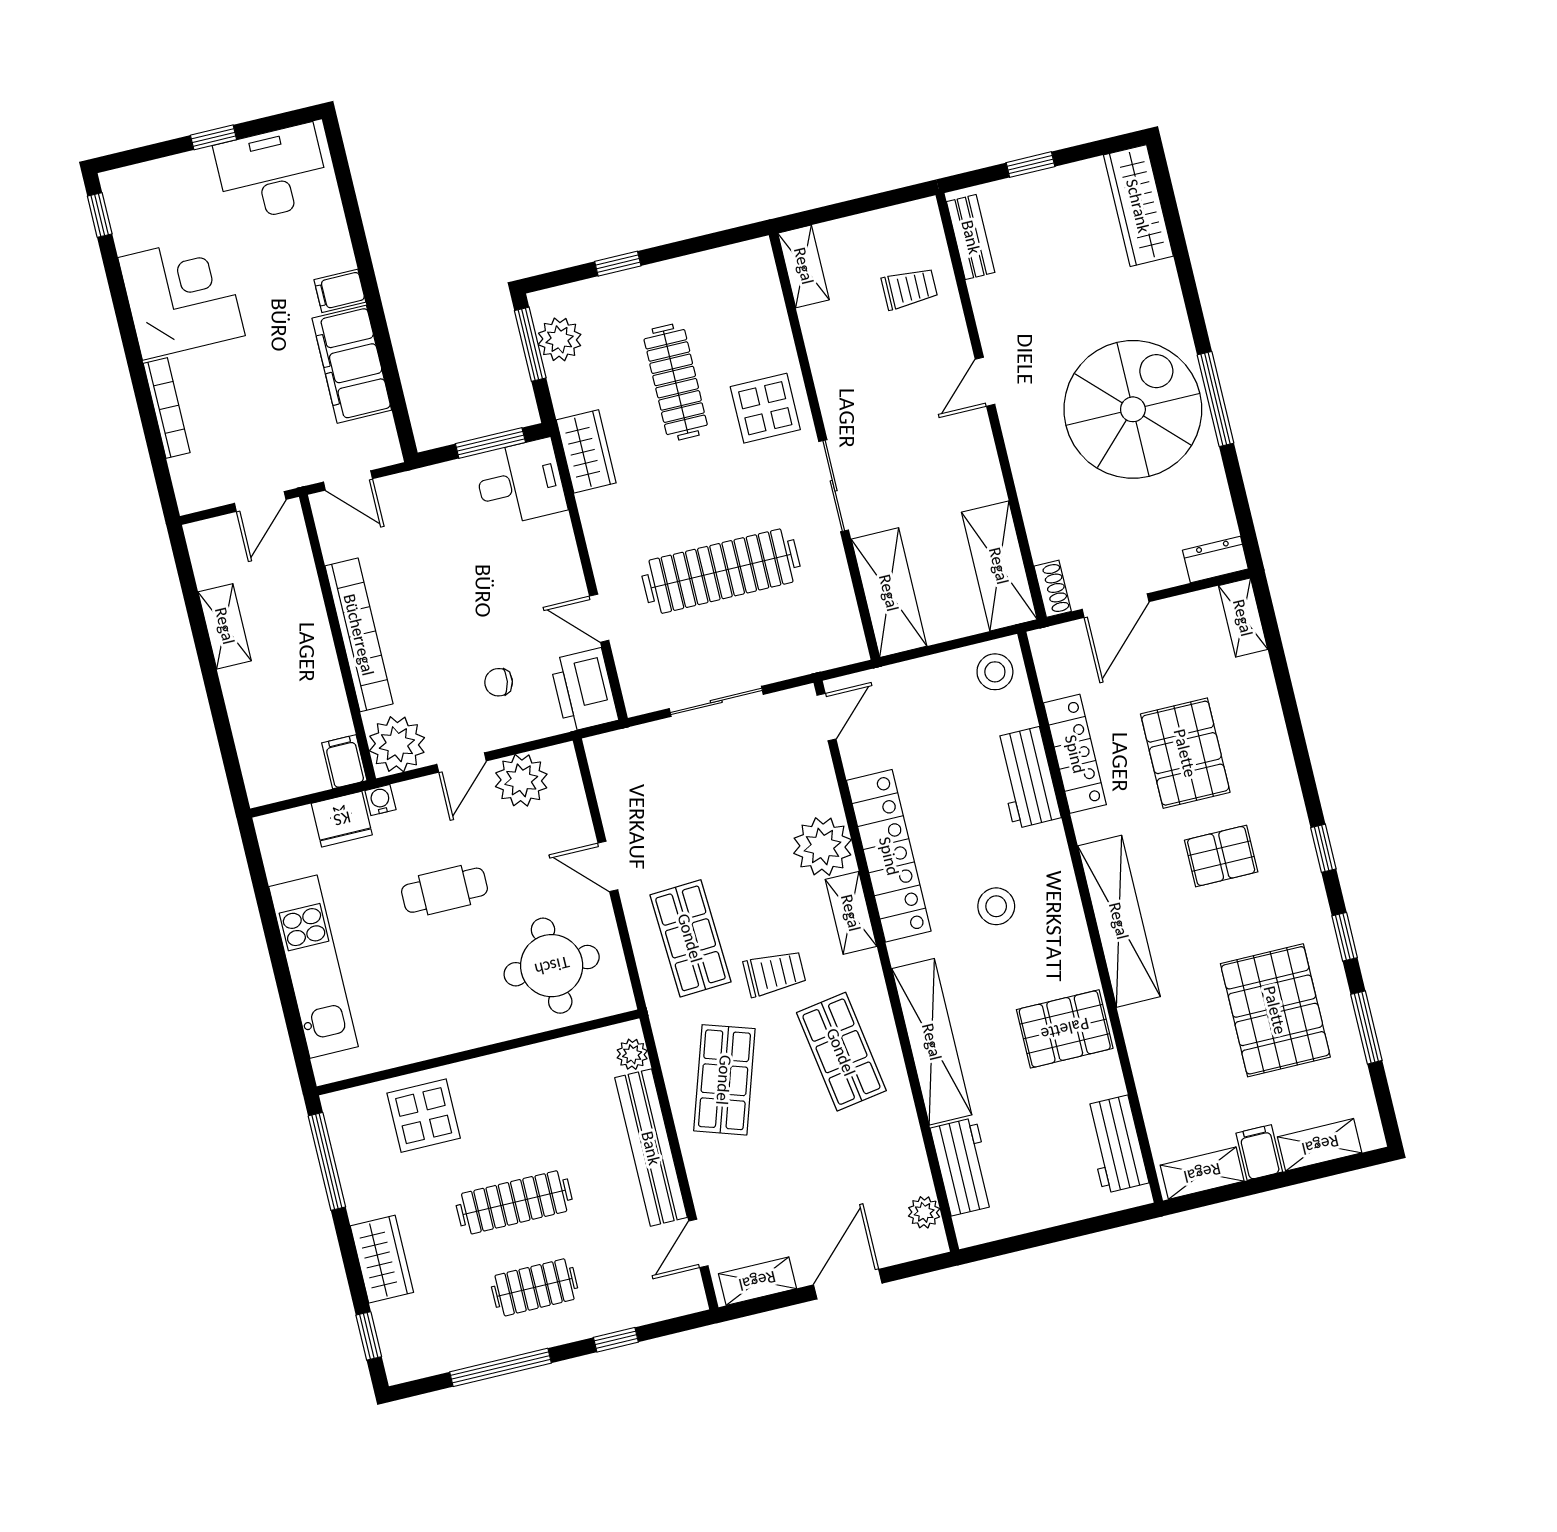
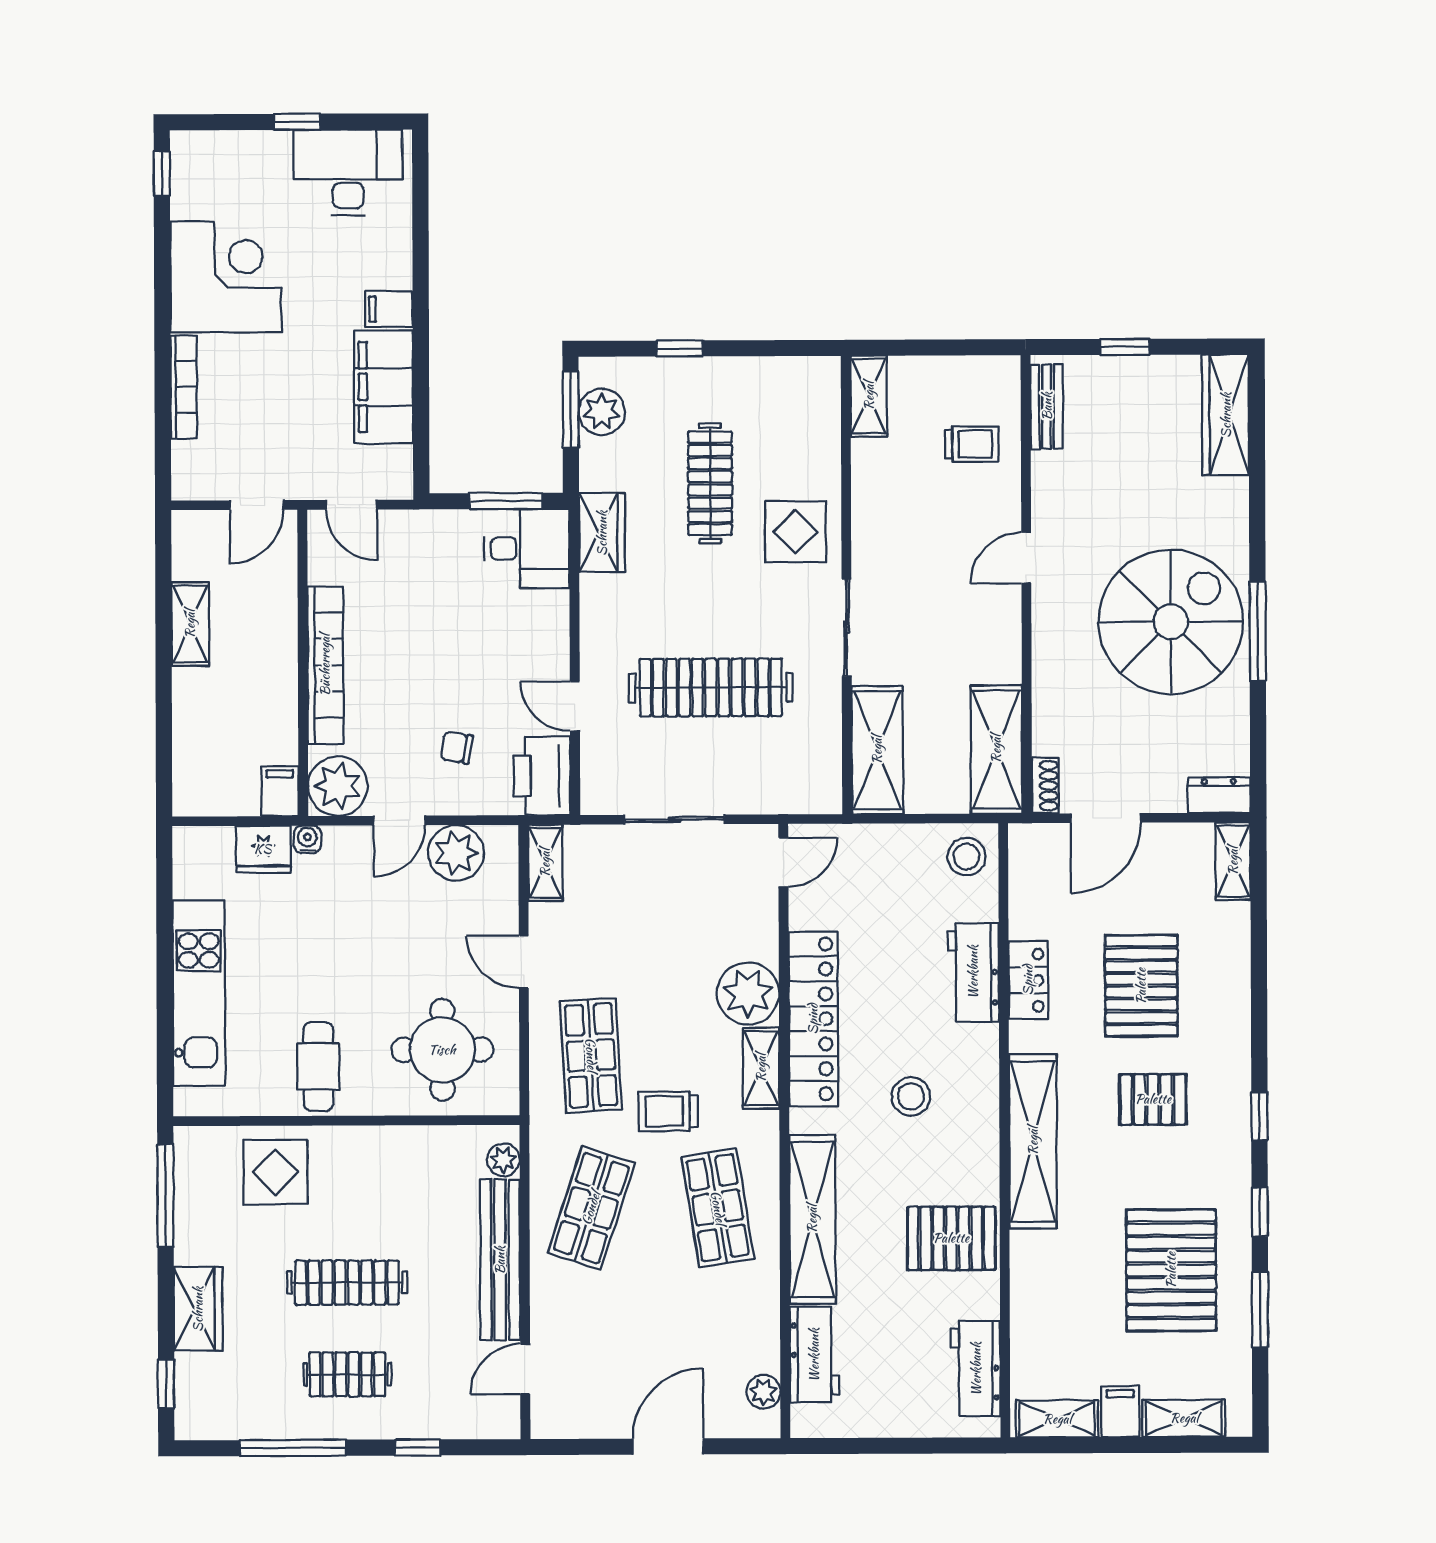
locker: (1075, 754) -> (1028, 980), width x0.66
cafe table: (444, 890) -> (318, 1066), moved, turned 90
trolley: (775, 973) -> (668, 1111), turned 180
shelving: (757, 1281) -> (545, 863), moved, turned 90

